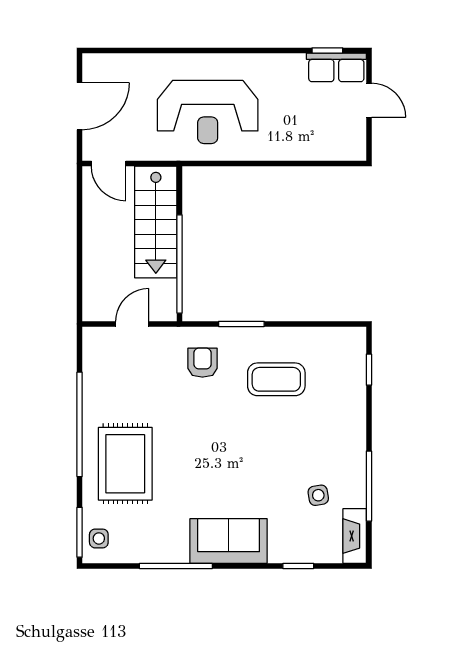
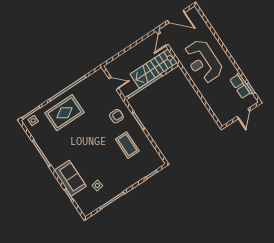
row of seats: (336, 67) -> (241, 86), moved
fireplace: (355, 536) -> (92, 207), removed
sofa: (229, 541) -> (70, 178), moved

